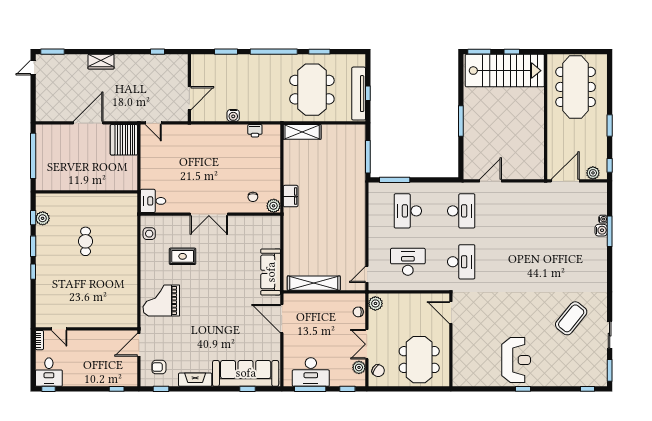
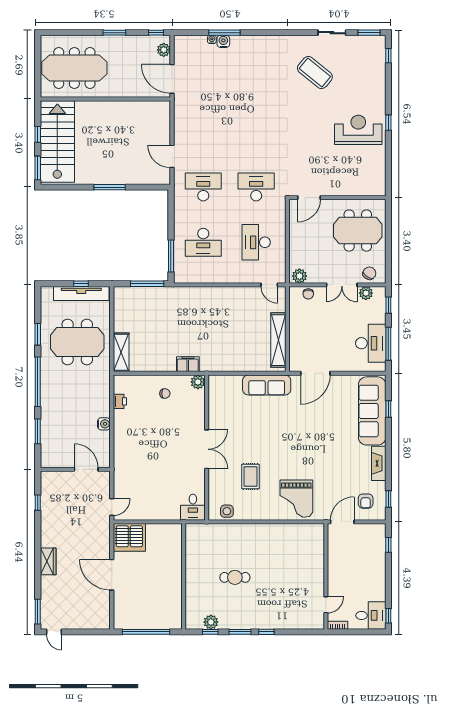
chair: (253, 197) -> (165, 394), moved
door: (139, 345) -> (342, 522), swing flipped

